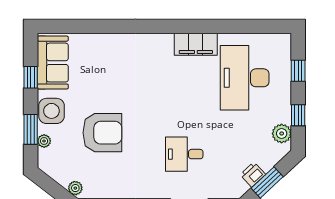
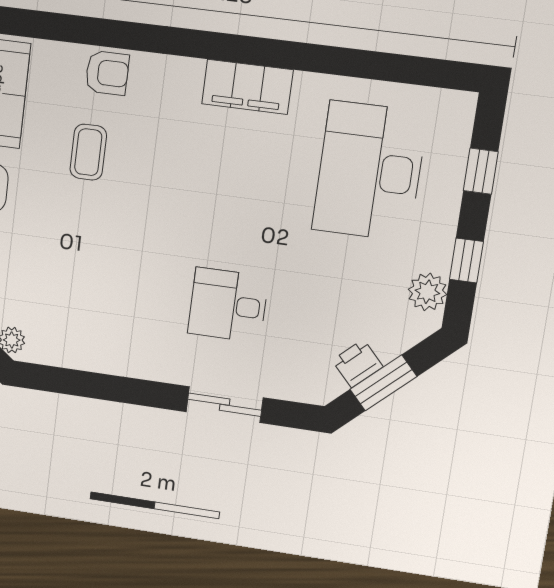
filing cabinet: (196, 44) -> (247, 87), moved
coffee table: (104, 86) -> (88, 152), added
armchair: (102, 133) -> (107, 73), moved, width x0.53, depth x0.53

